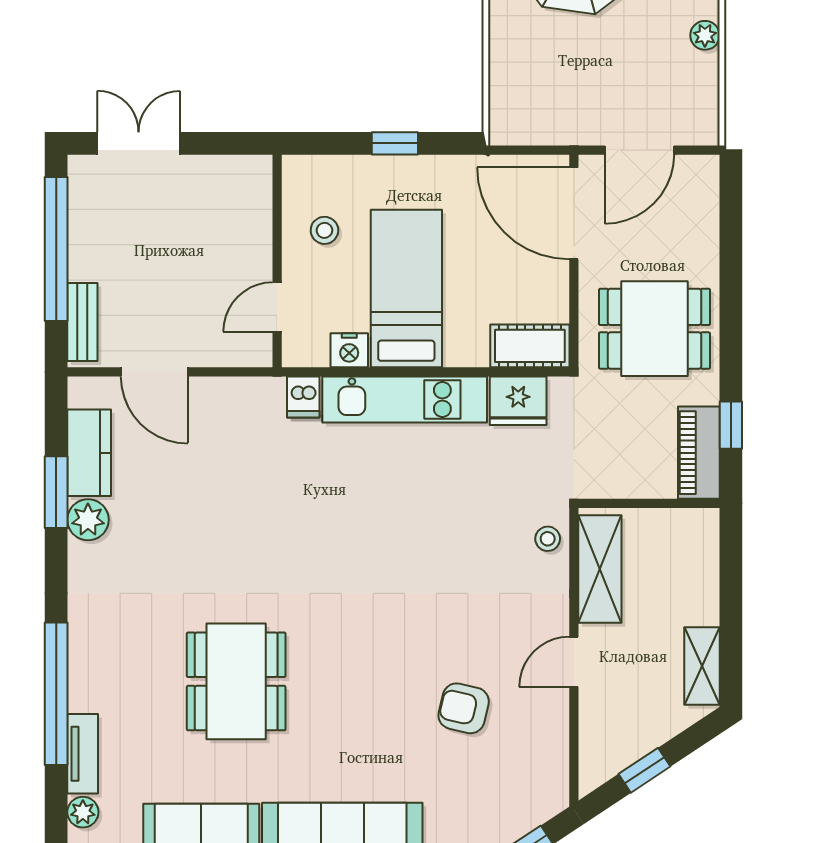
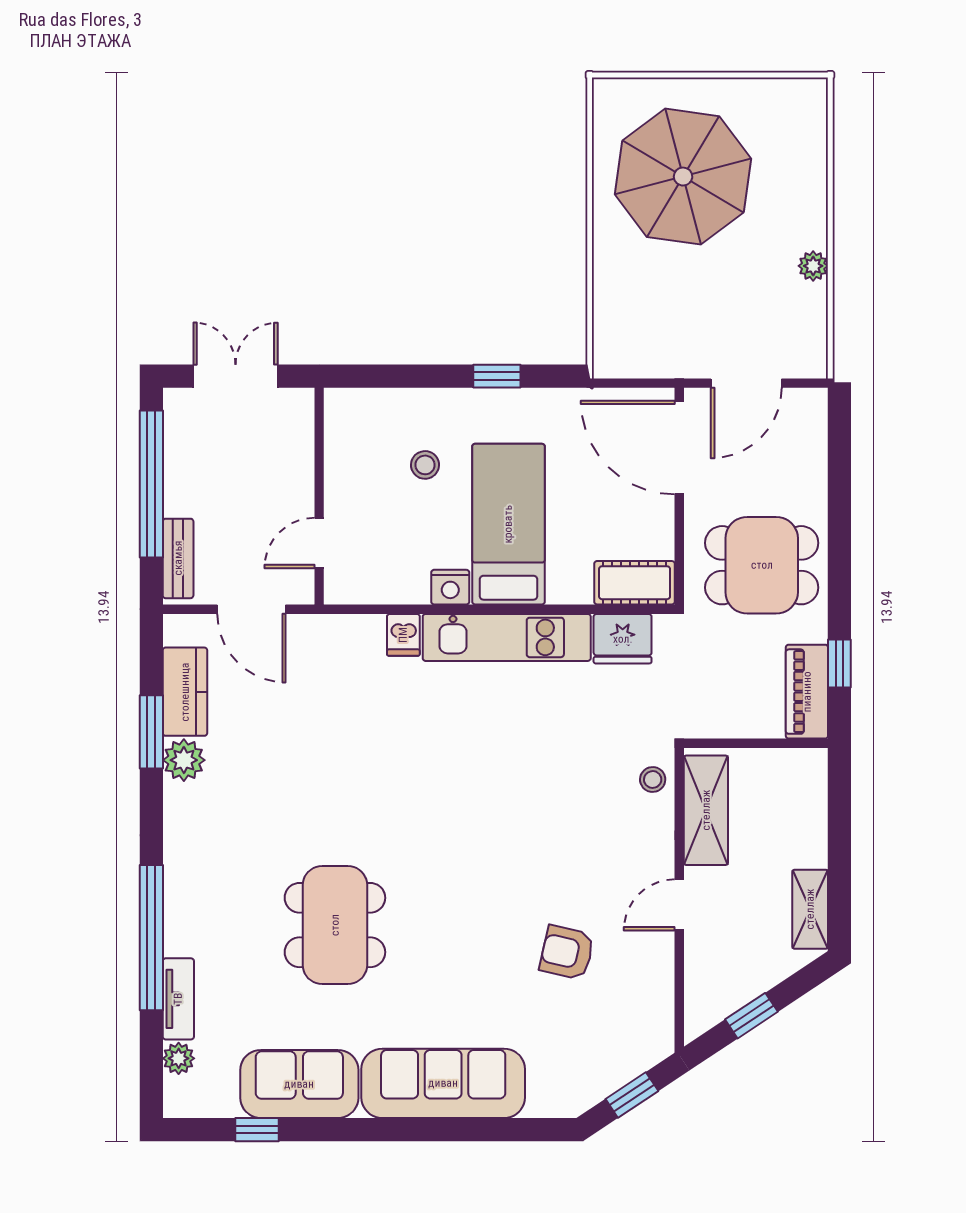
wall: (277, 261) -> (319, 496), moved
door: (277, 307) -> (319, 543), moved

